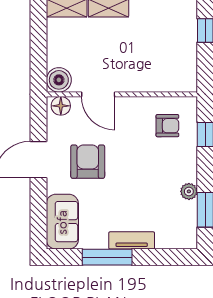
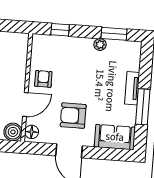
armchair: (167, 126) -> (43, 79), moved

